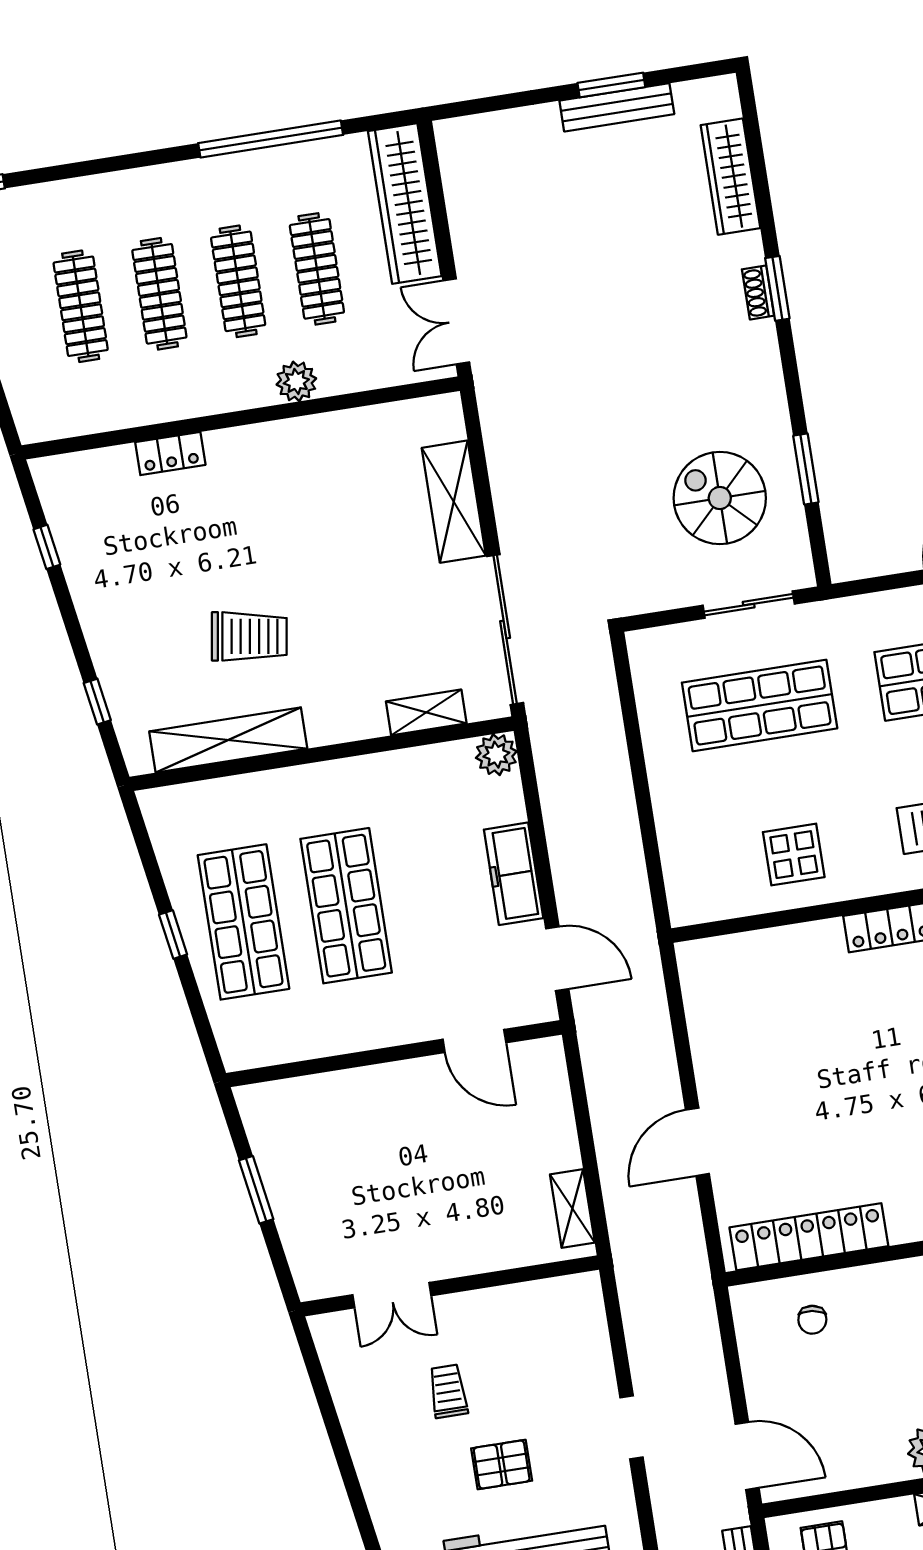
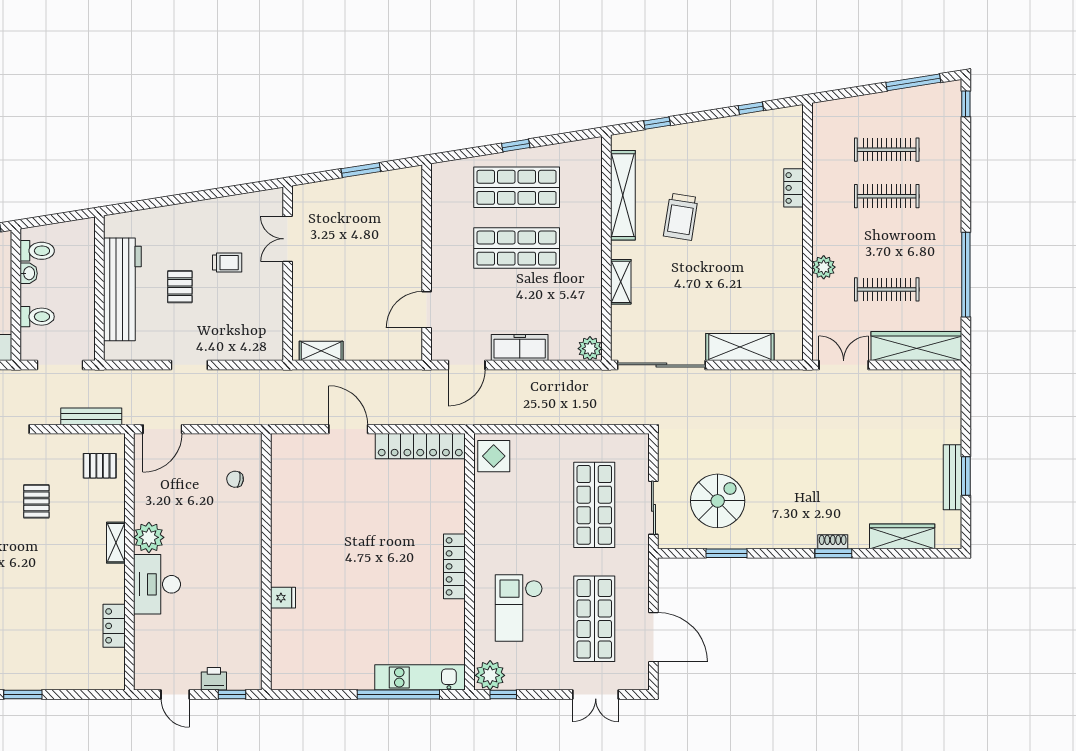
clothes rail: (238, 281) -> (887, 243), removed
shelving: (426, 712) -> (621, 282), moved
display table: (794, 855) -> (494, 456), moved
locker: (809, 1237) -> (420, 446), moved, turned 90

